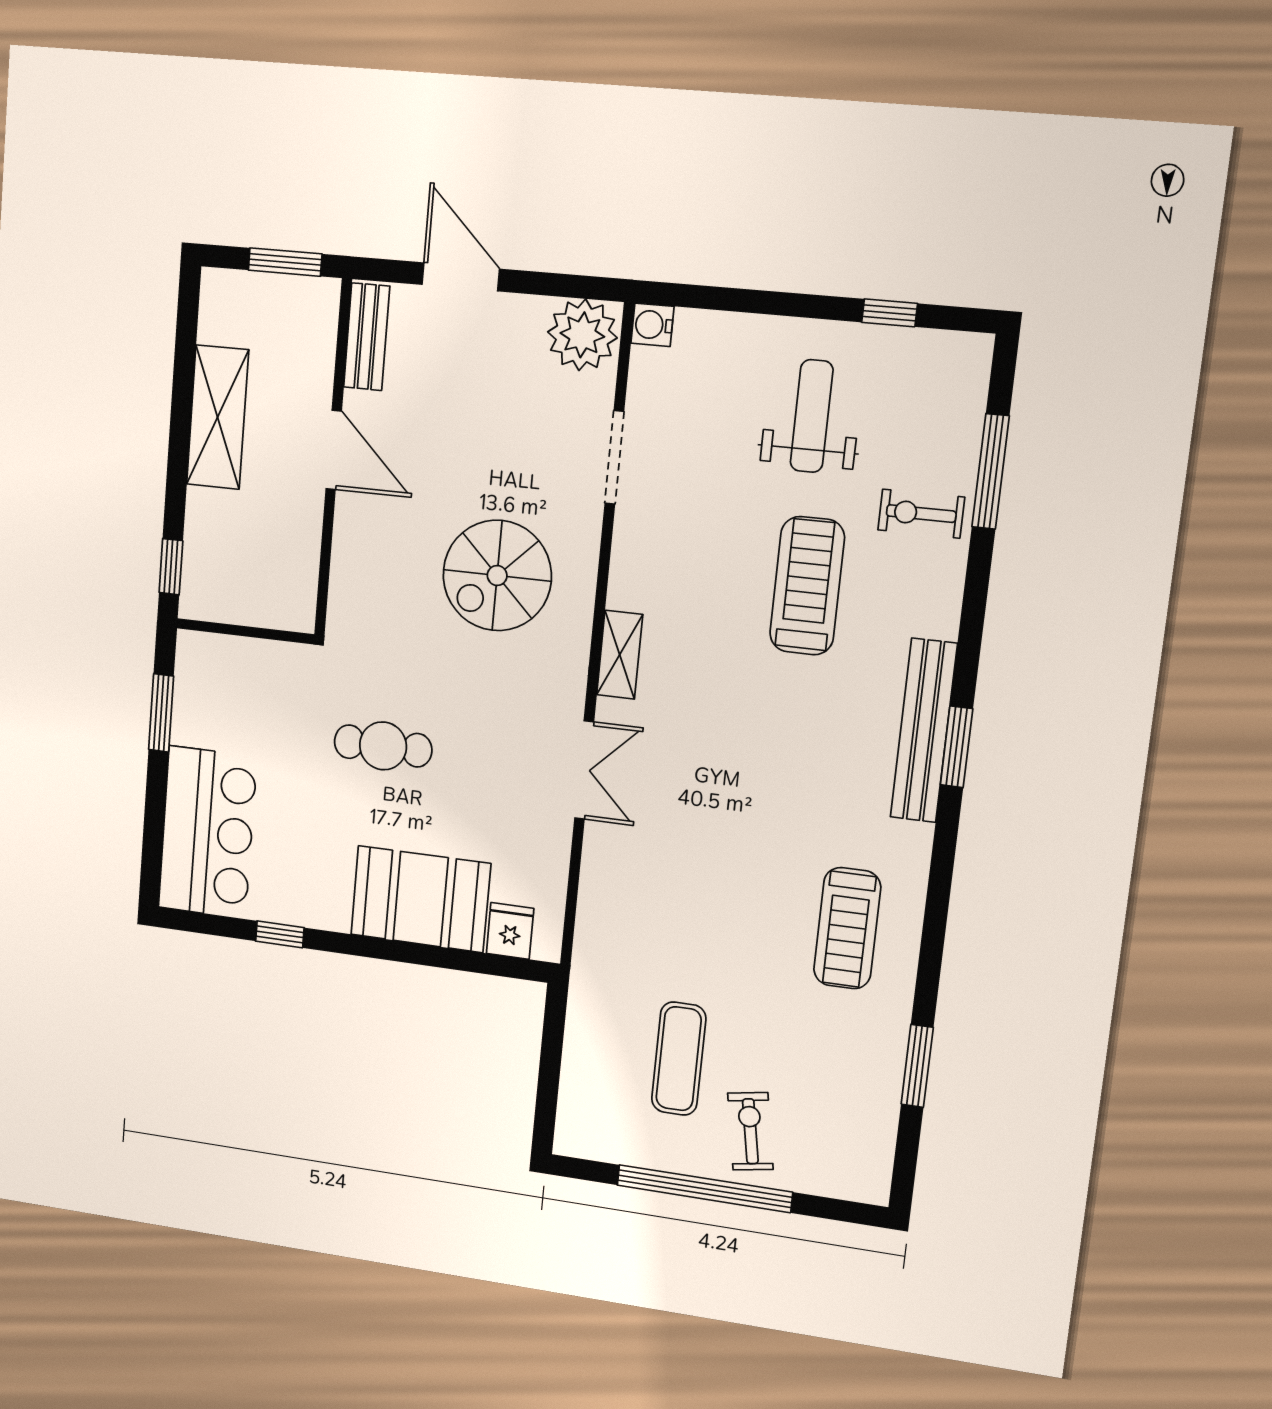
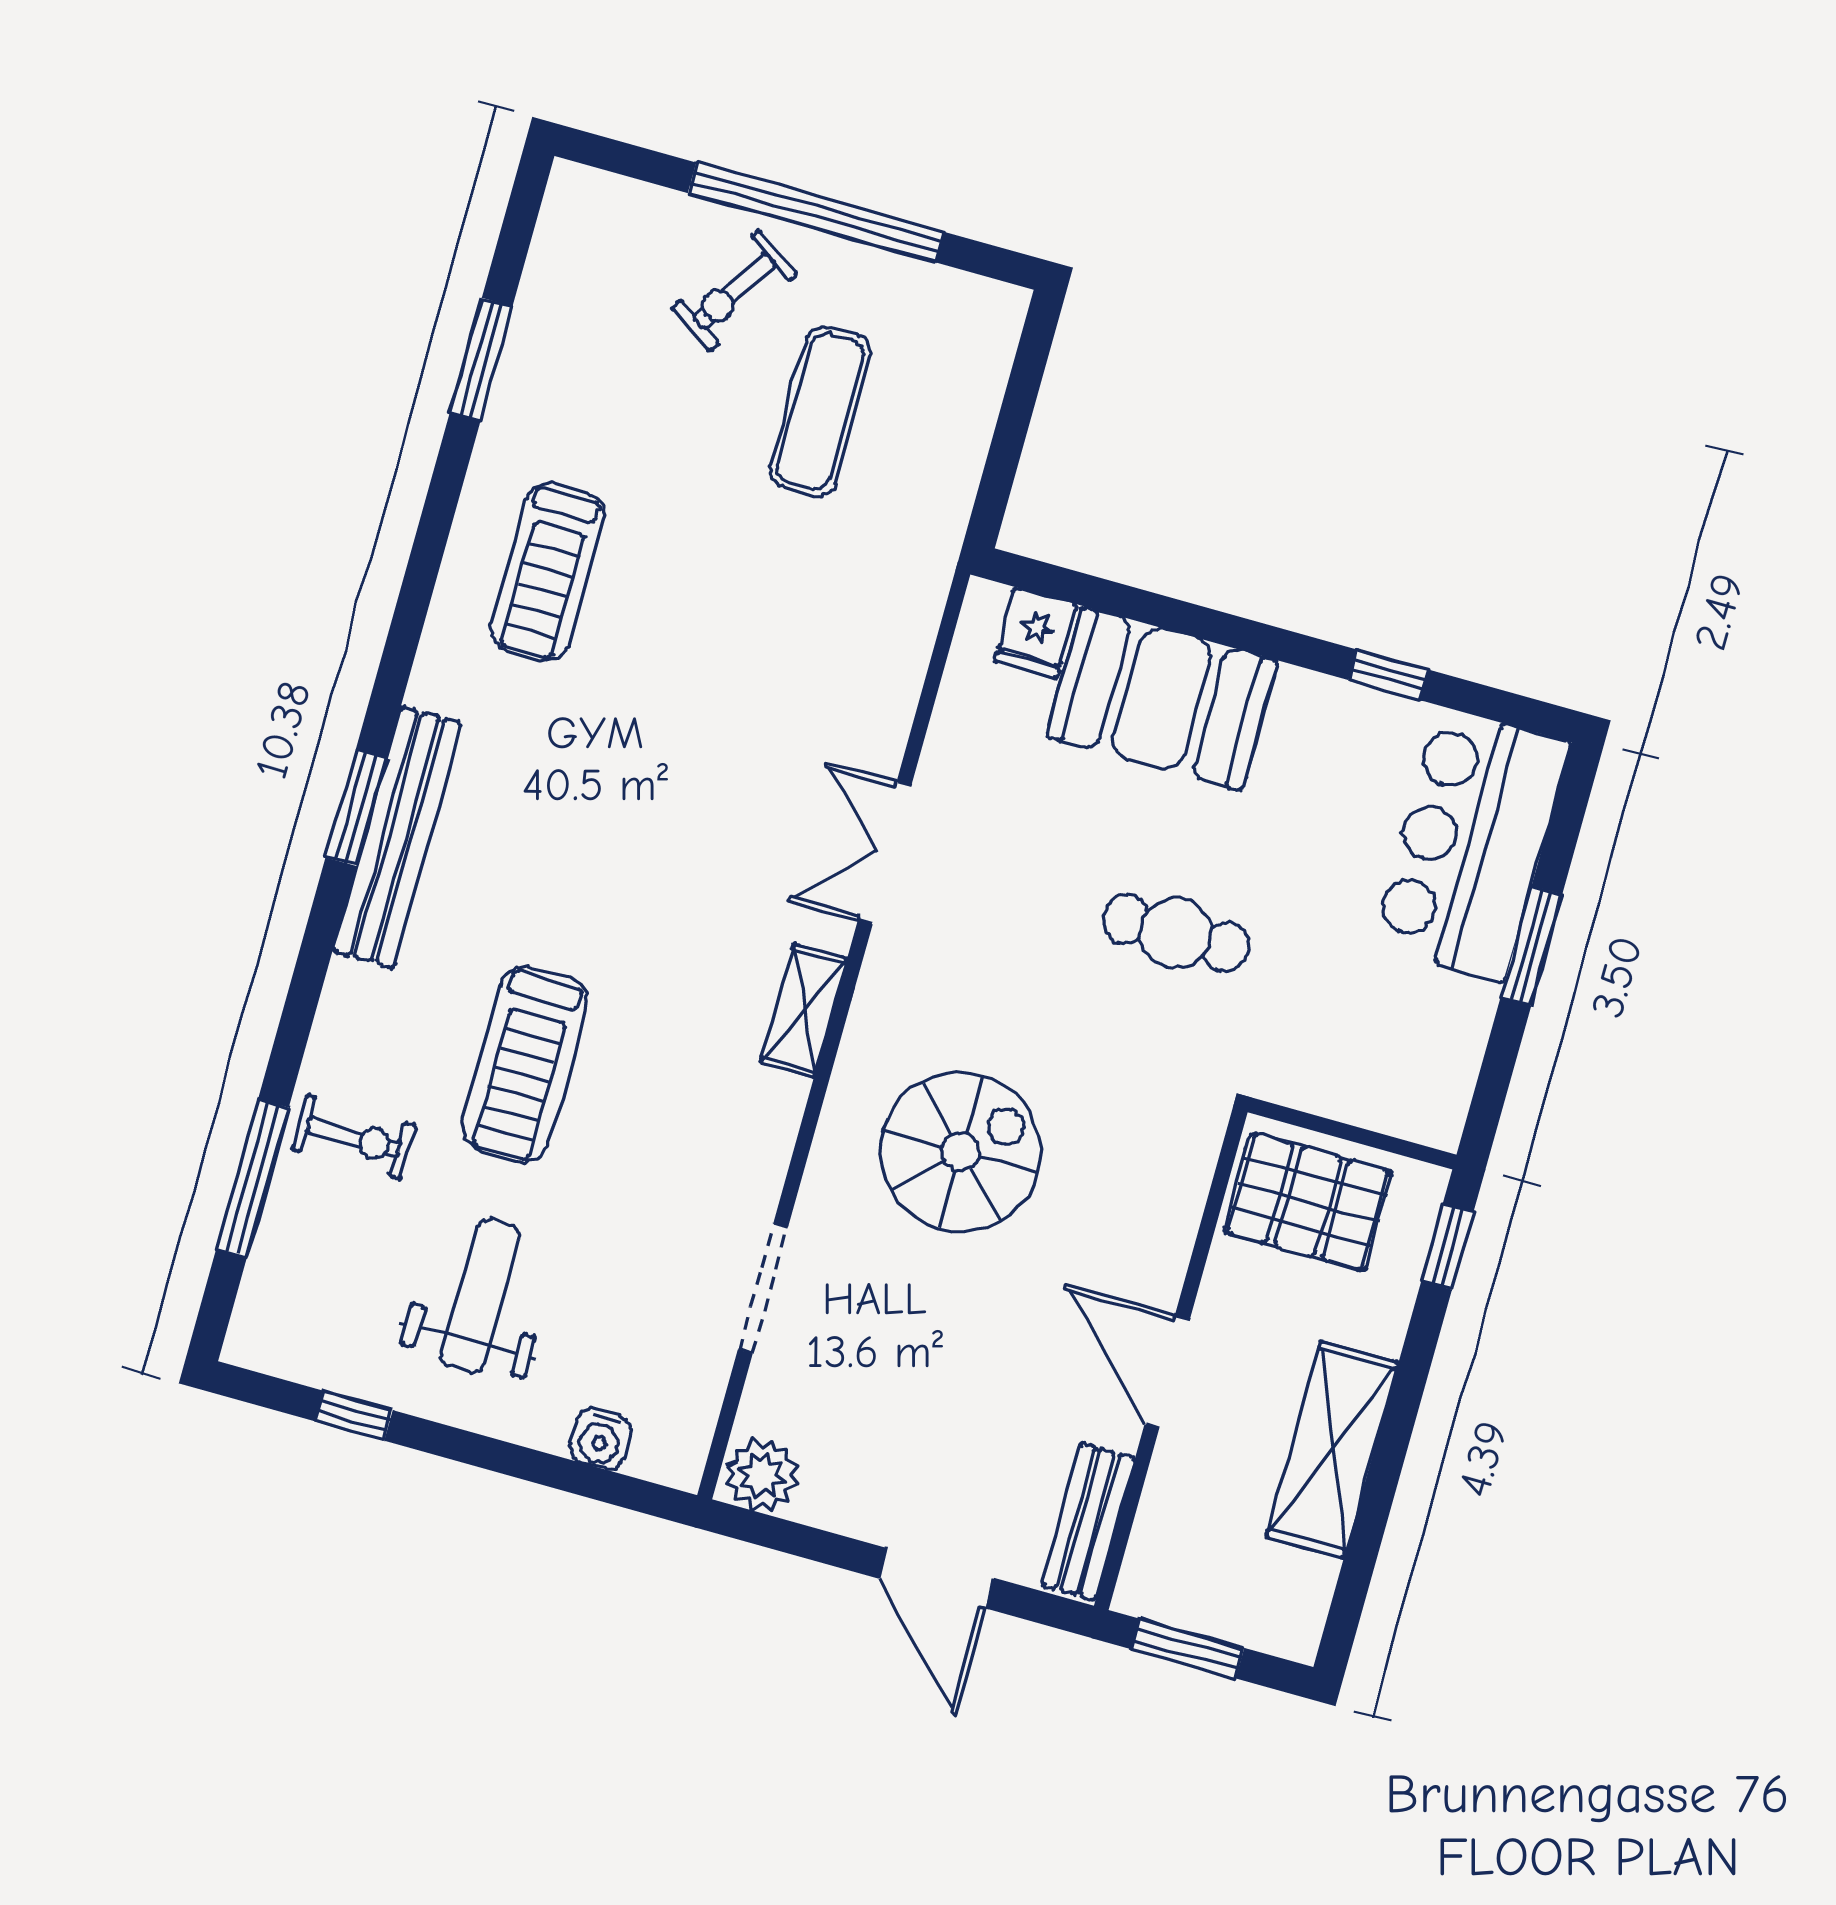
water cooler: (652, 325) -> (600, 1439), moved, turned 90
plant: (582, 335) -> (762, 1475), width x0.73, depth x0.73
weight bench: (812, 416) -> (480, 1296), turned 180
pallet: (265, 581) -> (1308, 1202), added
window: (161, 713) -> (1531, 946), moved
treadmill: (847, 928) -> (548, 571), turned 180
exercise bike: (750, 1131) -> (734, 291), turned 43

